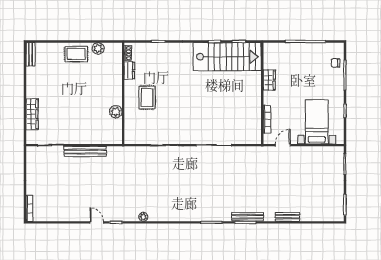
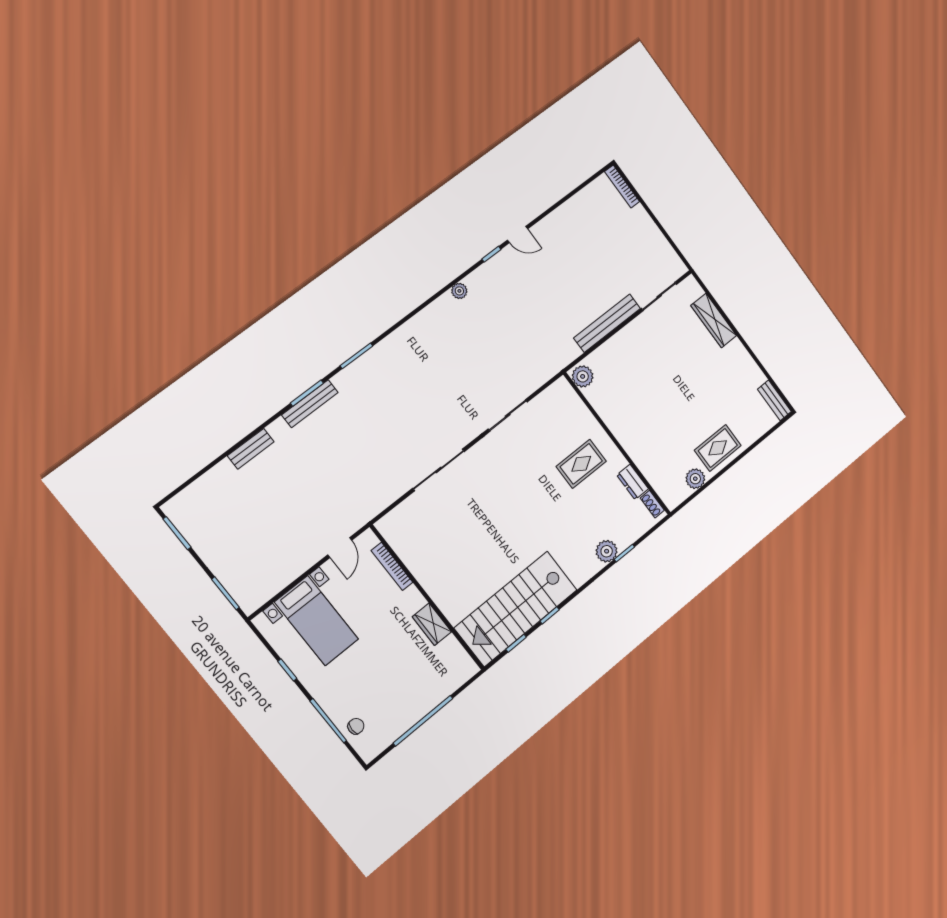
plant: (166, 49) -> (607, 551), added
rug: (147, 97) -> (581, 464), turned 90
plant: (116, 112) -> (583, 376), moved

